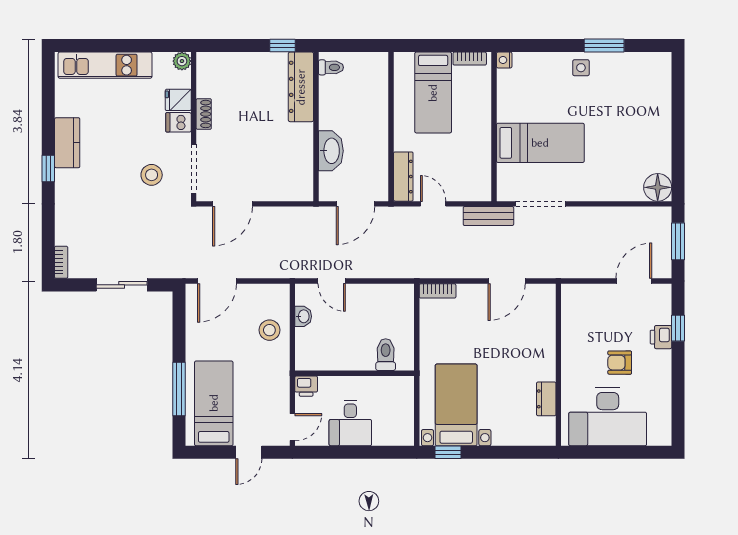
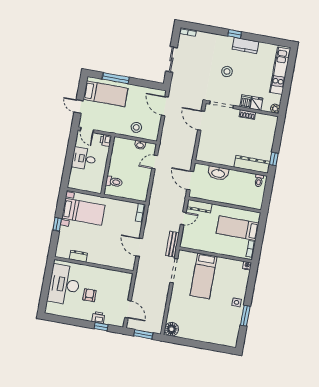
stool: (152, 175) -> (227, 71), moved
window: (448, 452) -> (57, 224), moved

